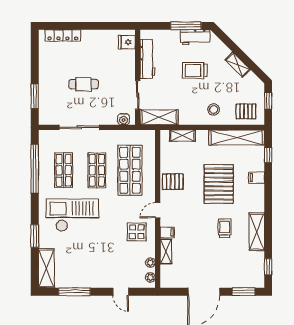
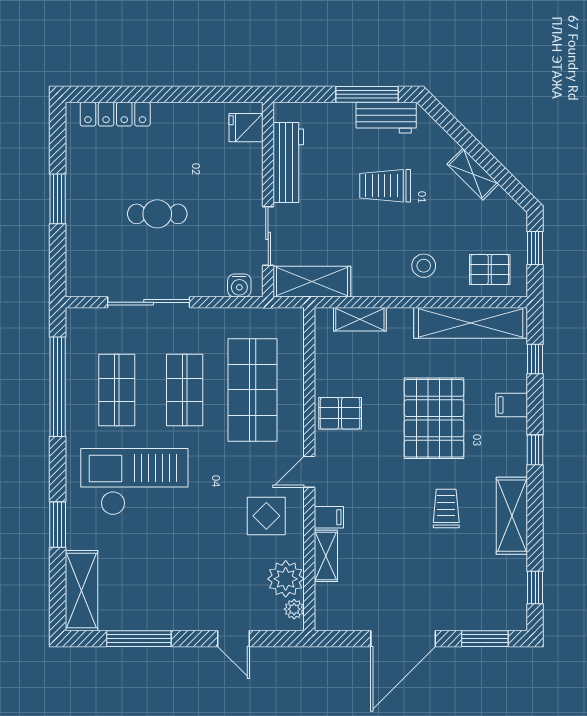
window: (35, 96) -> (58, 199), moved
window: (268, 199) -> (535, 450), added
plant: (150, 263) -> (286, 579), width x1.87, depth x1.87

